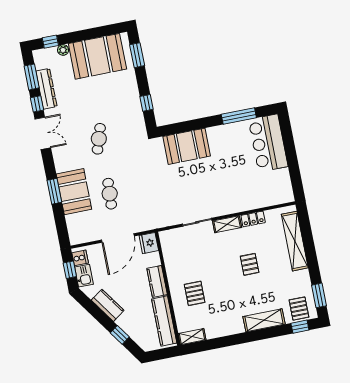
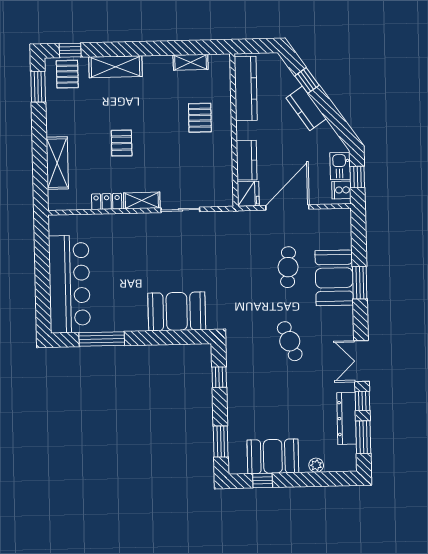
window: (50, 42) -> (263, 481), moved
booth: (97, 56) -> (273, 456), width x0.73, depth x0.70
cafe table: (99, 139) -> (290, 341), turned -39
bar counter: (268, 143) -> (69, 284), width x1.36
shelving: (295, 241) -> (57, 163), width x0.68
kitchen counter: (157, 281) -> (247, 160), moved
kitchen counter: (108, 305) -> (306, 108), moved
shelving: (192, 337) -> (191, 62), moved

